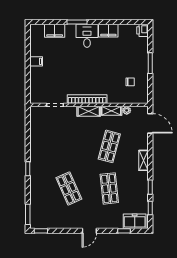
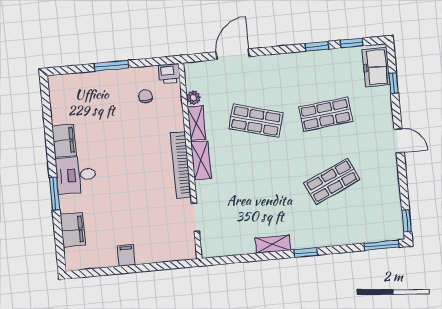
printer: (143, 30) -> (169, 73), moved
door: (150, 123) -> (233, 54), moved
shelving: (144, 160) -> (273, 244), moved

